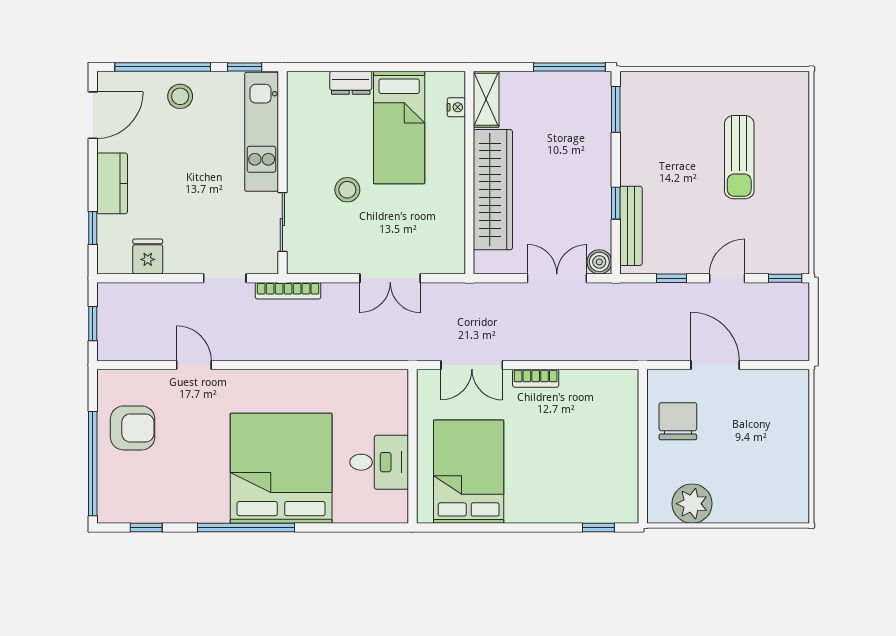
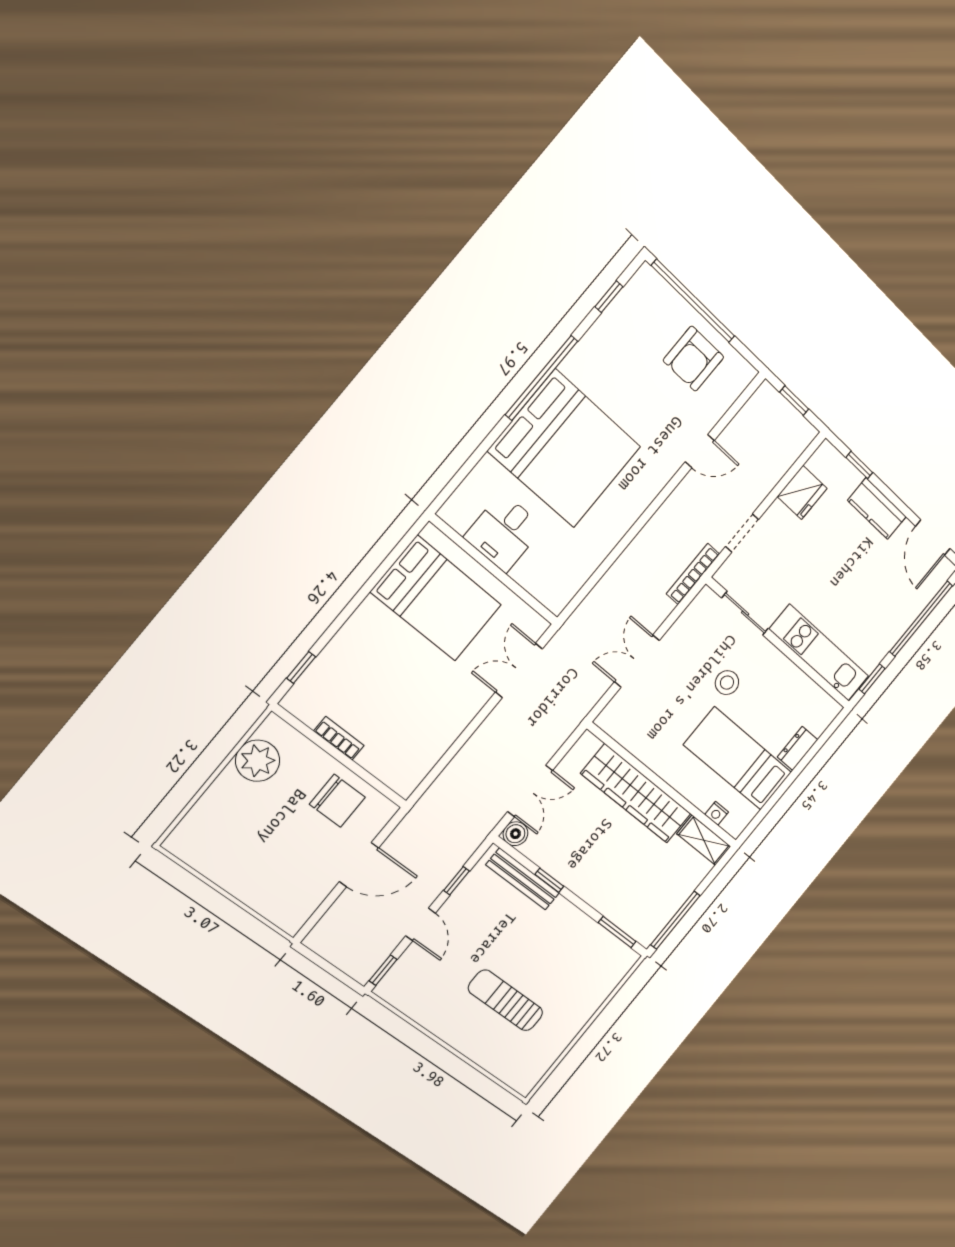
stool: (180, 96) -> (892, 614), removed
fridge: (148, 257) -> (802, 492), width x1.38
bookcase: (536, 378) -> (339, 738), moved, turned 90

